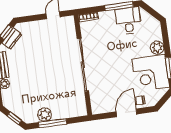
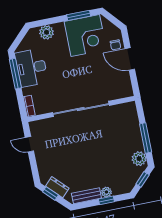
desk: (128, 21) -> (31, 68), width x1.37
plant: (157, 48) -> (46, 32), moved
plant: (45, 114) -> (139, 159), moved

